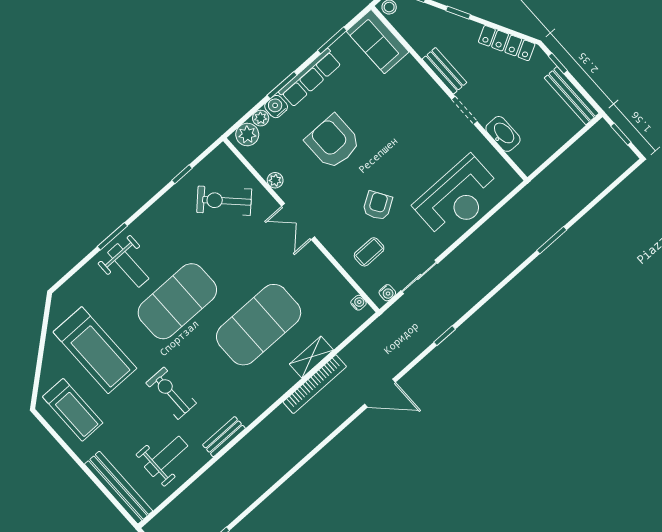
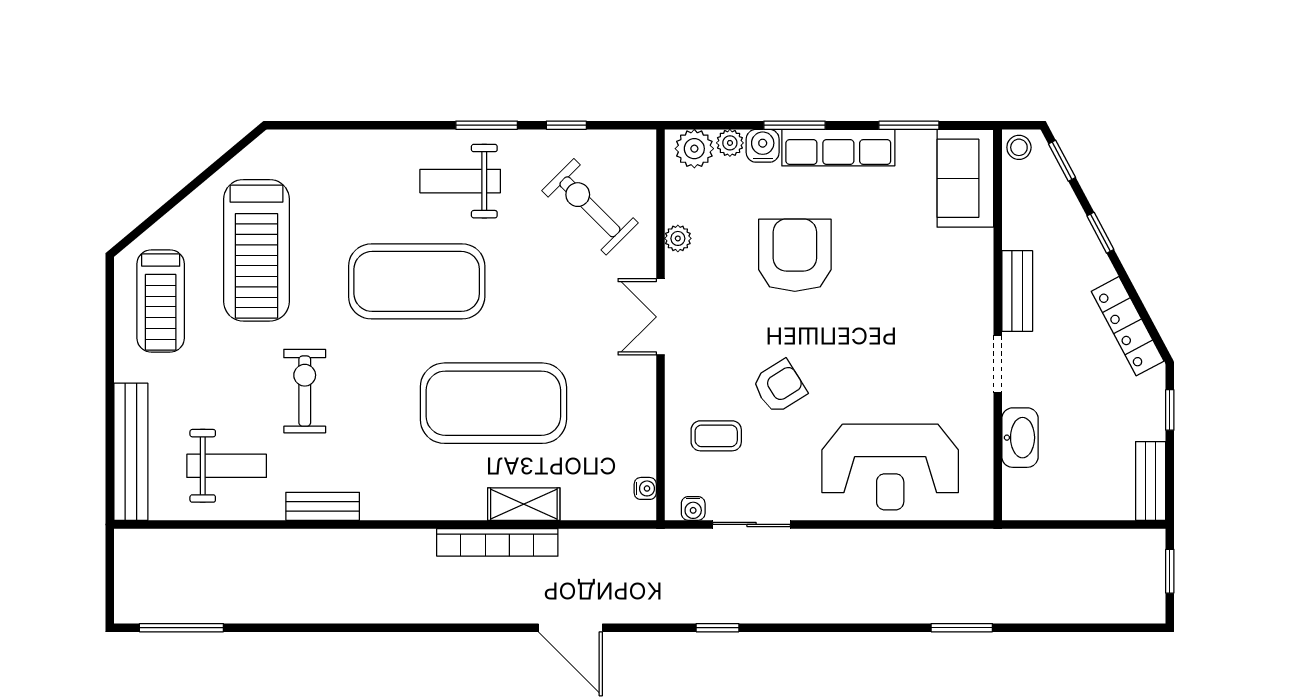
bench: (572, 96) -> (1151, 481), width x0.73
window: (112, 236) -> (487, 125), moved
weight bench: (128, 265) -> (460, 181), moved, turned 90

